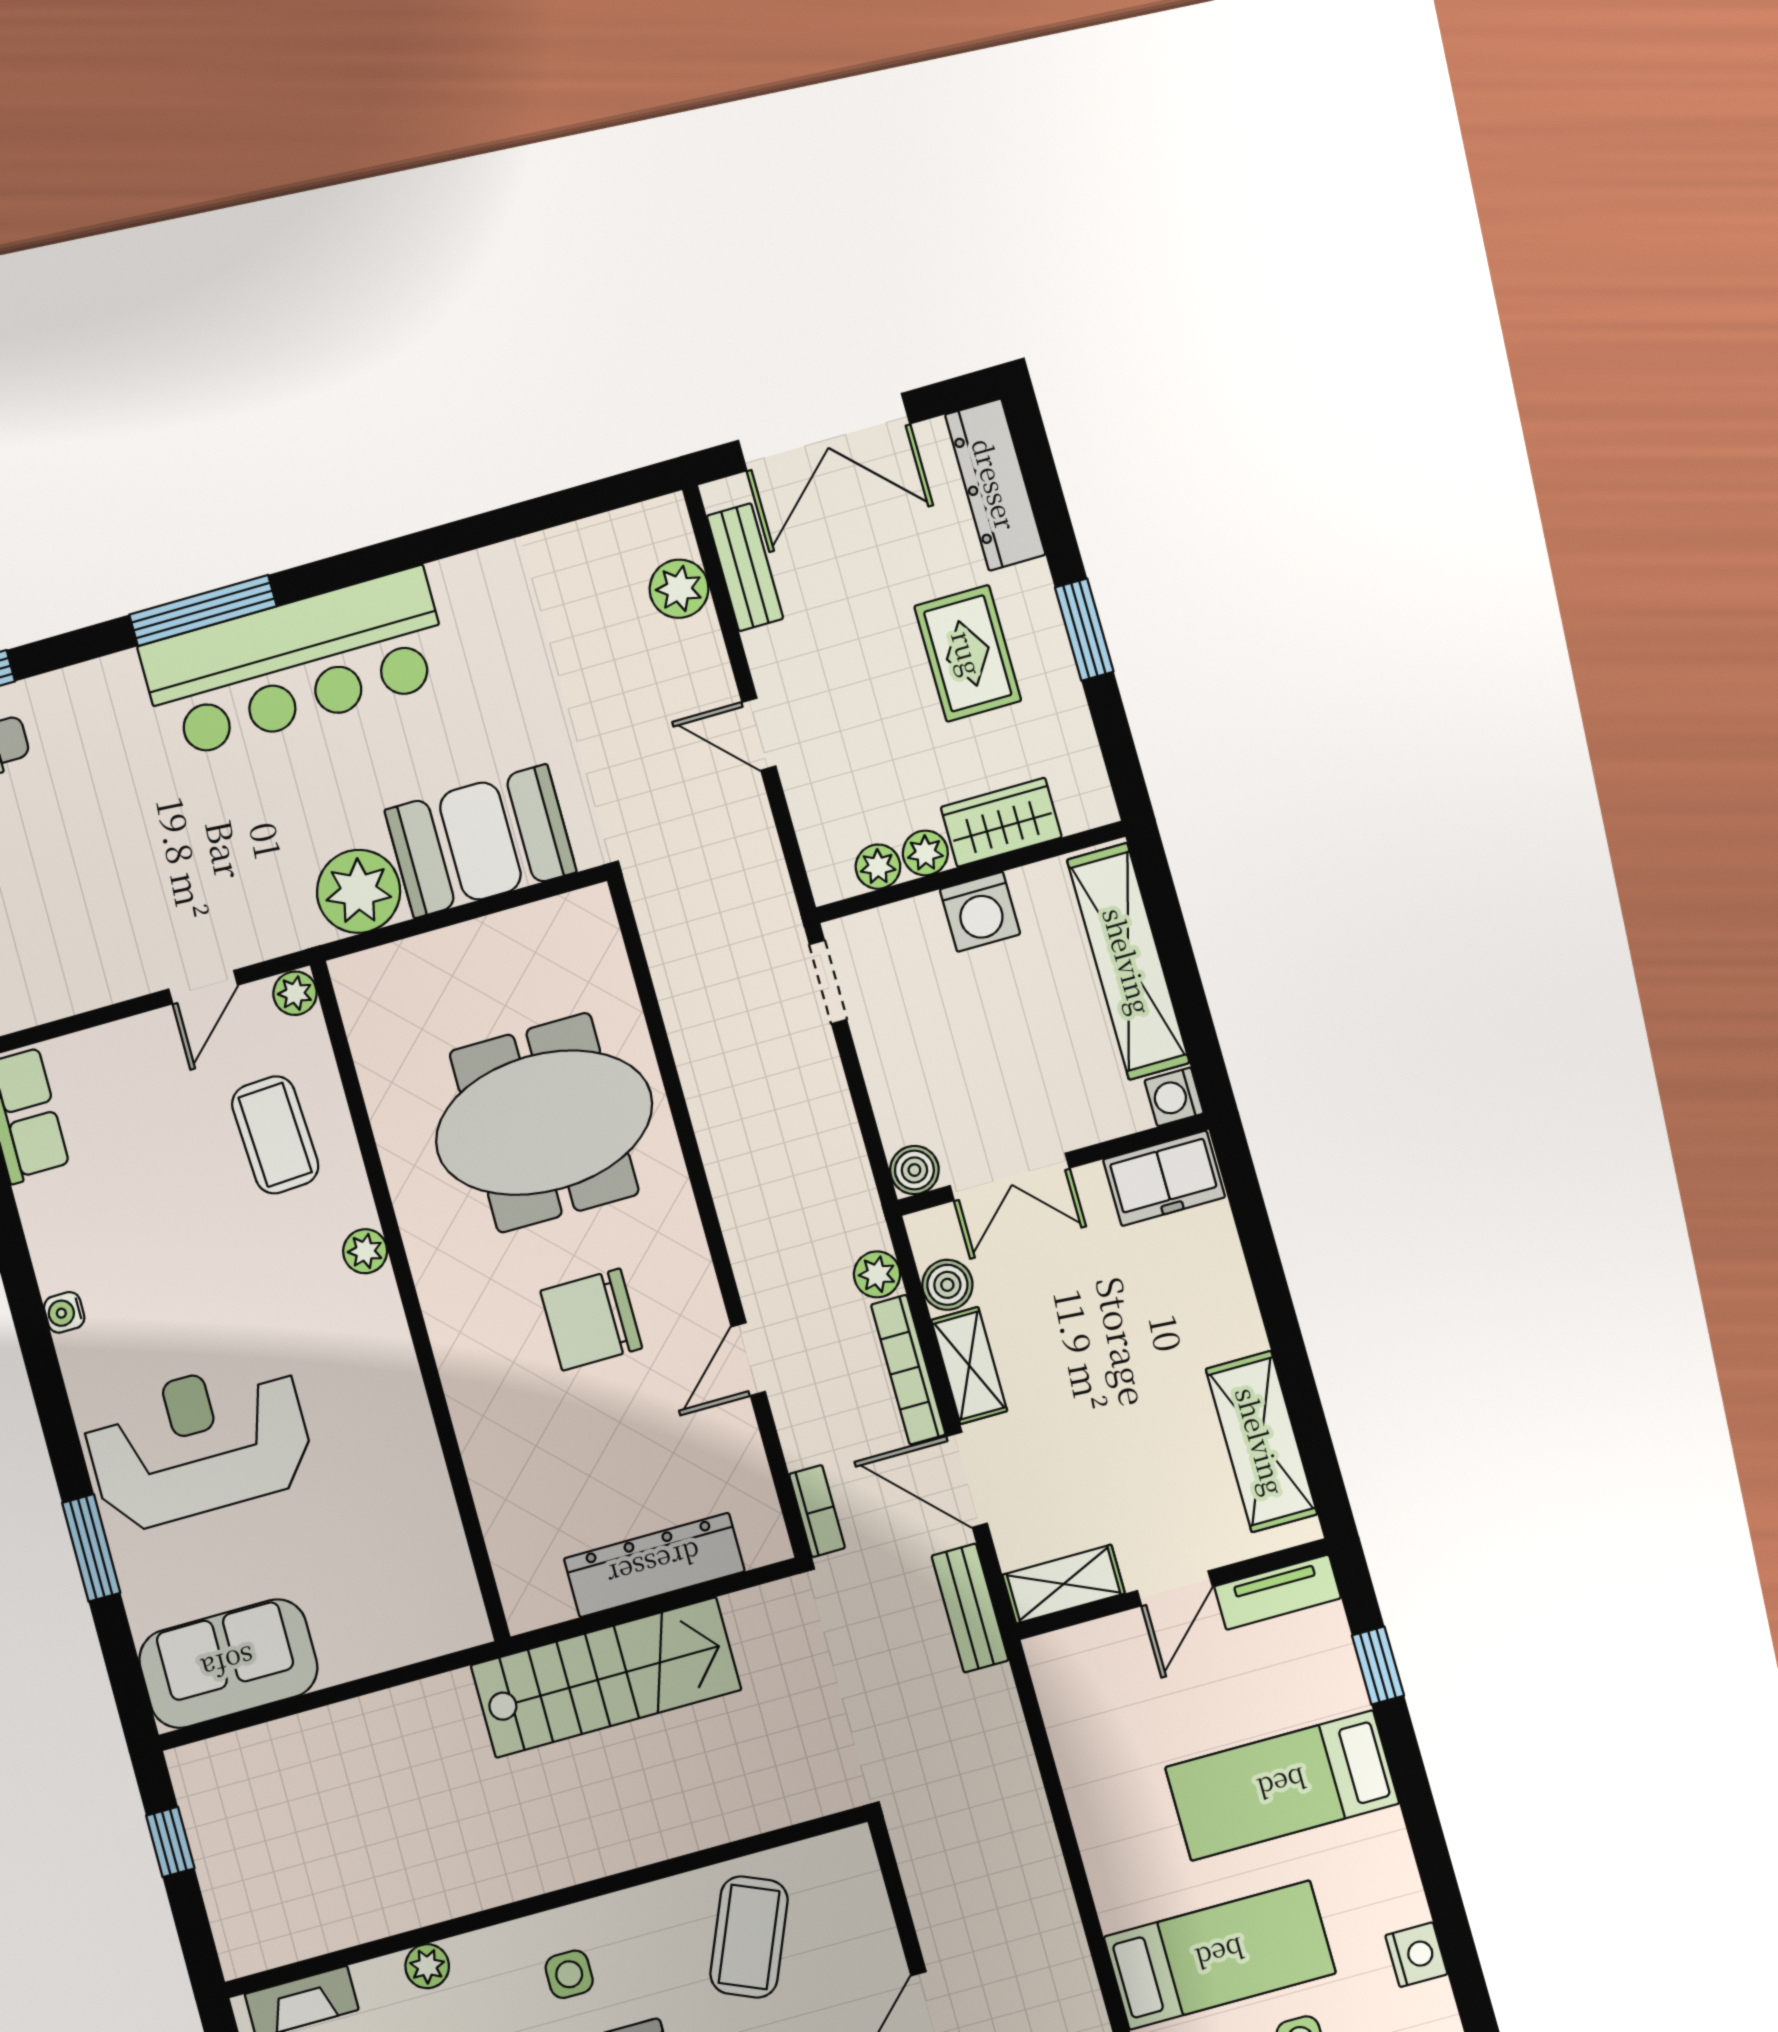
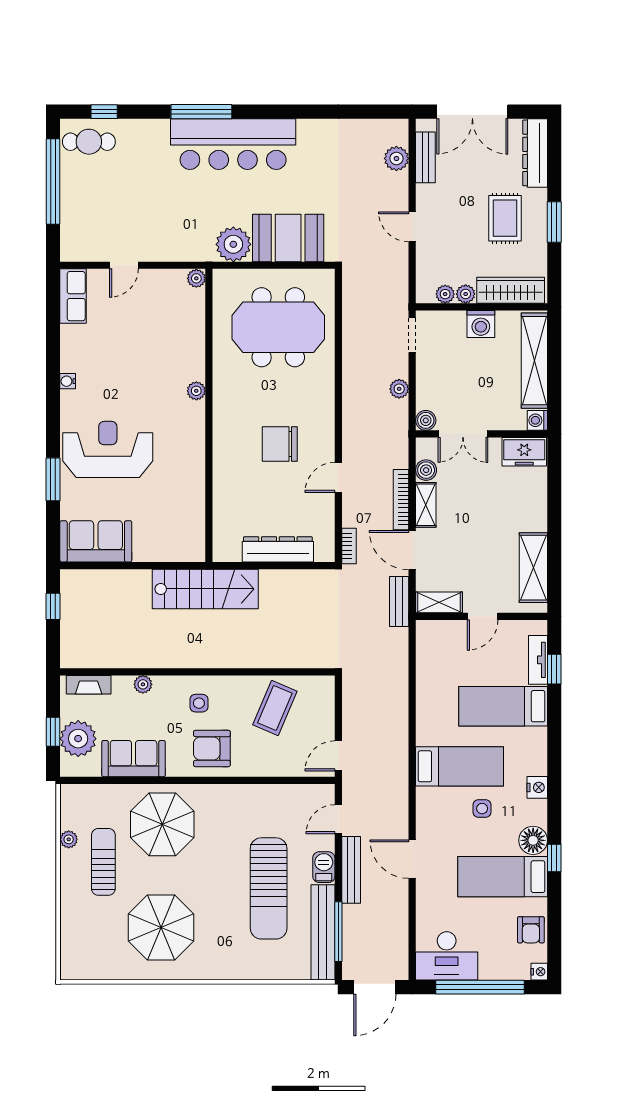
wardrobe: (1001, 822) -> (511, 290), width x1.50
door: (203, 987) -> (124, 265), moved
meeting table: (544, 1123) -> (278, 327), moved
coffee table: (275, 1135) -> (173, 333), removed
plant: (877, 1274) -> (399, 389), moved
tv unit: (1278, 1592) -> (538, 660), moved, turned 90
stairs: (606, 1678) -> (205, 589), moved

